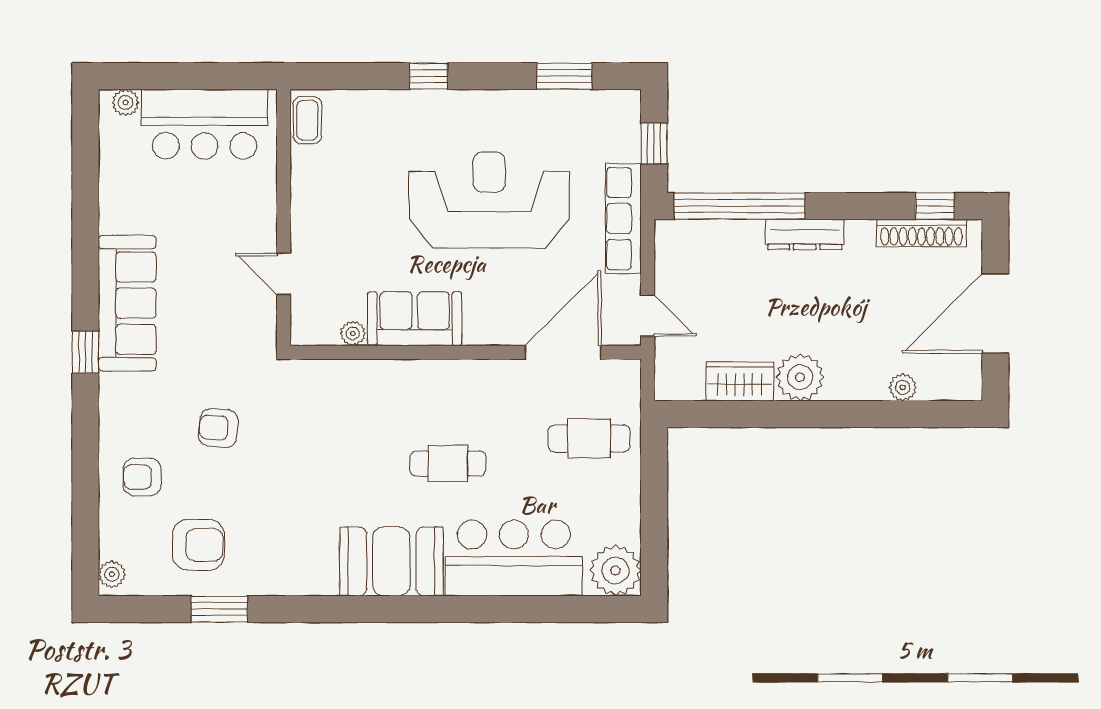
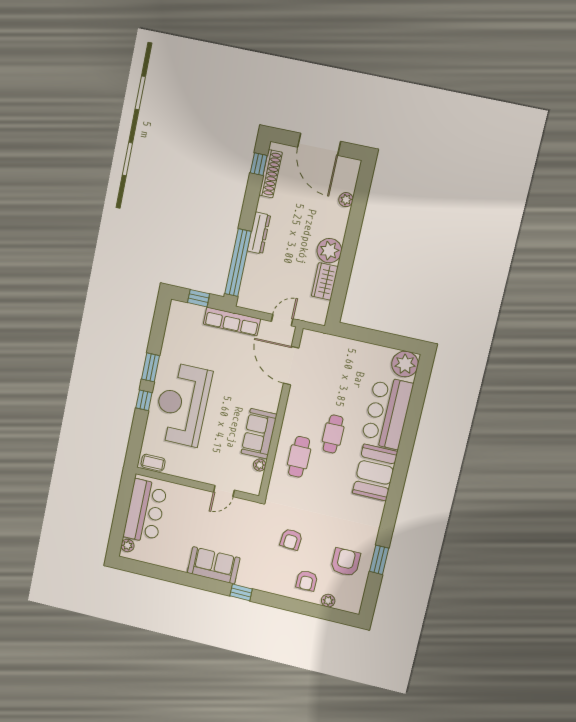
window: (564, 76) -> (151, 367), moved
reception desk: (489, 200) -> (182, 404), moved
sofa: (127, 303) -> (214, 565), width x0.73
cafe table: (589, 438) -> (299, 457), moved
plant: (112, 574) -> (328, 601), moved

